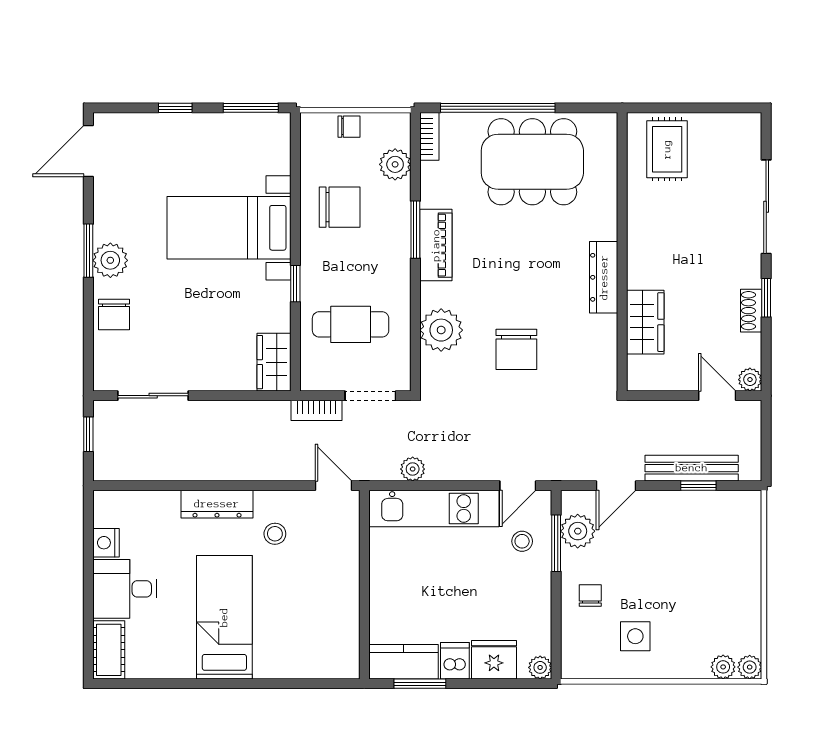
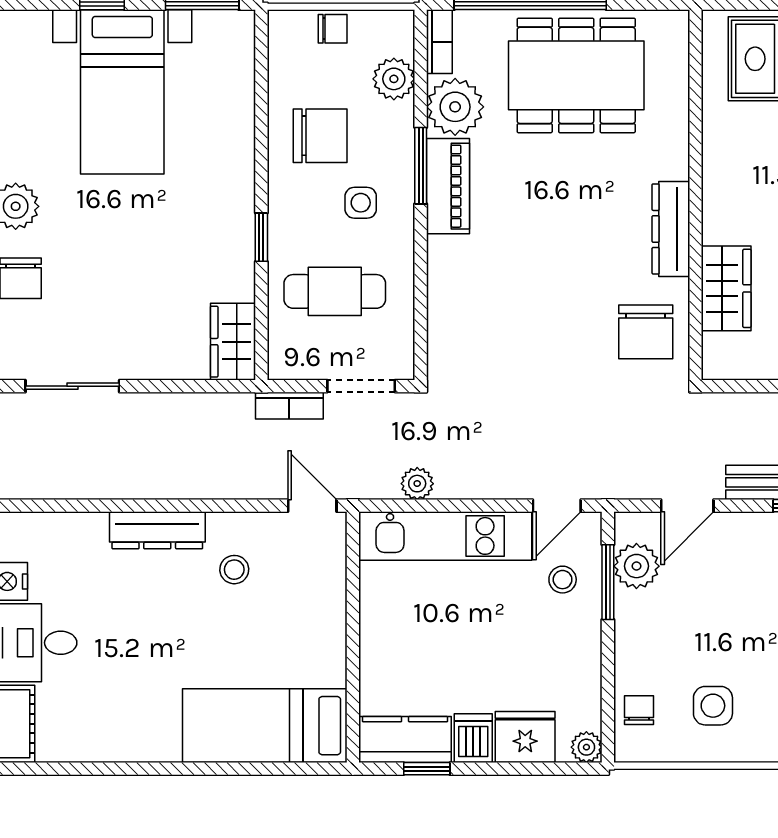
bed with nightstands: (229, 228) -> (122, 92), moved, turned -90
side table: (370, 258) -> (361, 203), added
plant: (441, 330) -> (455, 107), moved
chair: (516, 349) -> (646, 332), moved
chair: (590, 596) -> (639, 710), moved
bed: (224, 617) -> (265, 726), moved, turned -90
window: (420, 684) -> (427, 769), width x0.67

